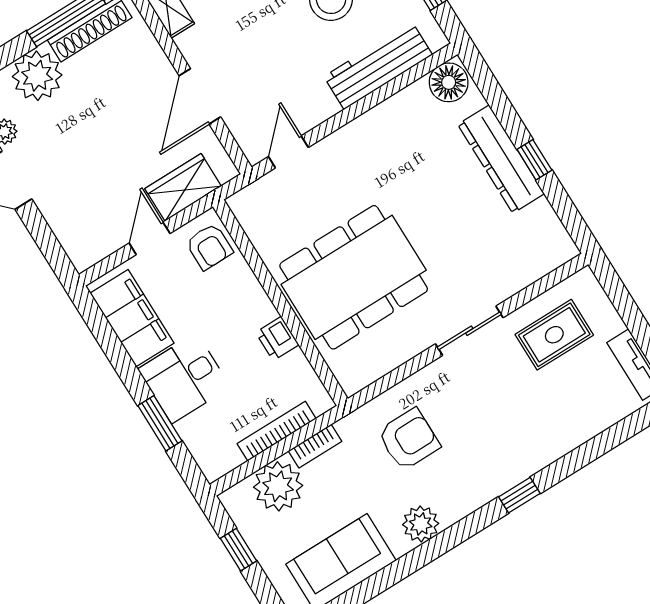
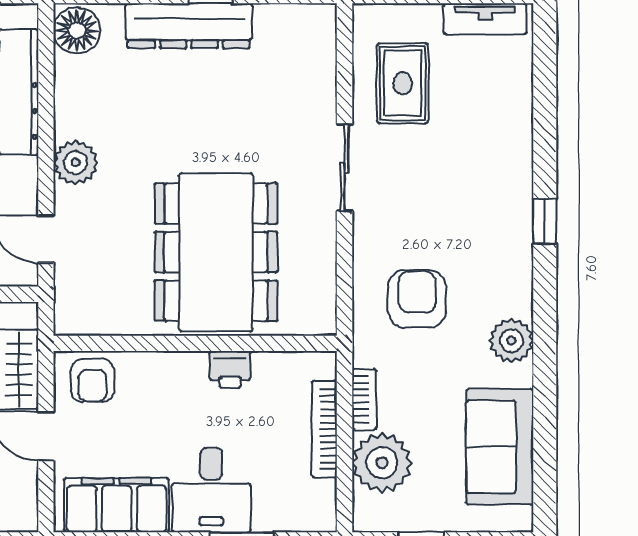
plant: (355, 139) -> (76, 163), added
armchair: (209, 247) -> (92, 380), turned 90

